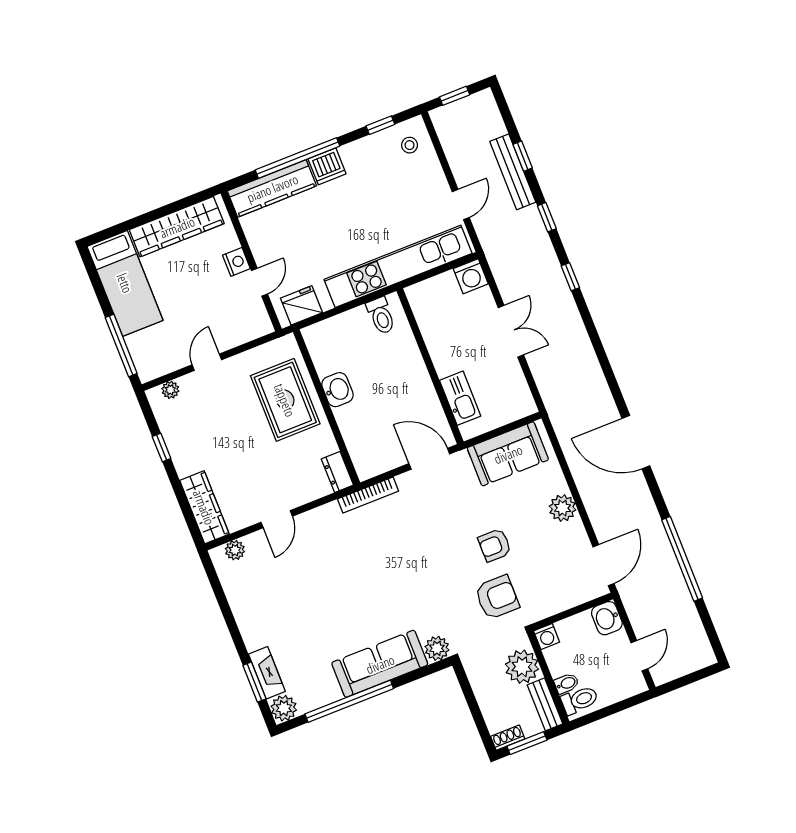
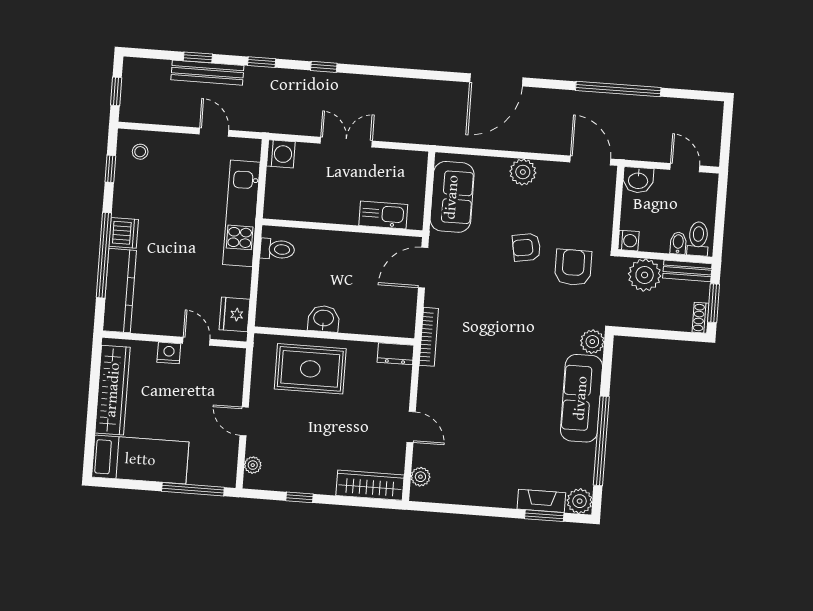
kitchen unit: (398, 266) -> (241, 213), width x0.73
armchair: (495, 545) -> (527, 247), turned 80

